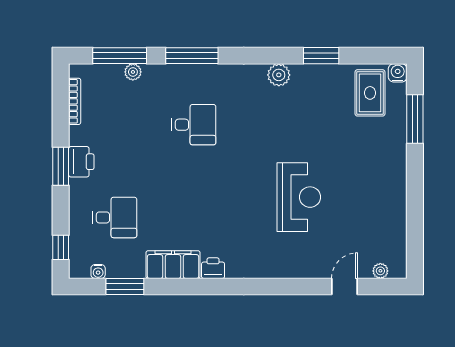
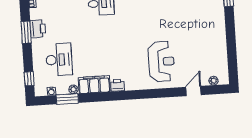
reception desk: (299, 197) -> (161, 61), moved
desk: (115, 217) -> (59, 60), width x1.37
plant: (137, 271) -> (73, 89), added

